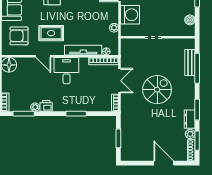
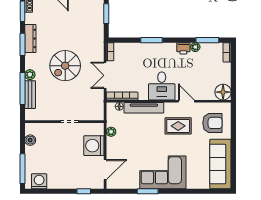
dresser: (190, 119) -> (30, 39), width x1.44
plant: (190, 134) -> (30, 75), moved

